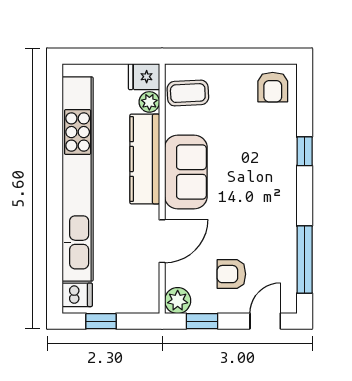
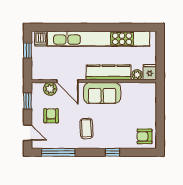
coffee table: (188, 93) -> (86, 128), moved
plant: (178, 301) -> (50, 89), moved

